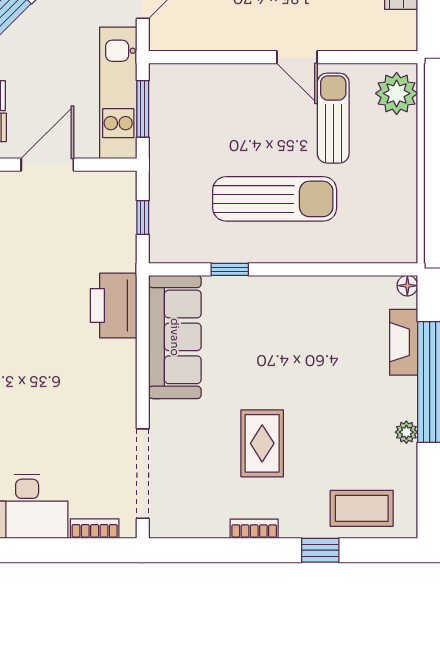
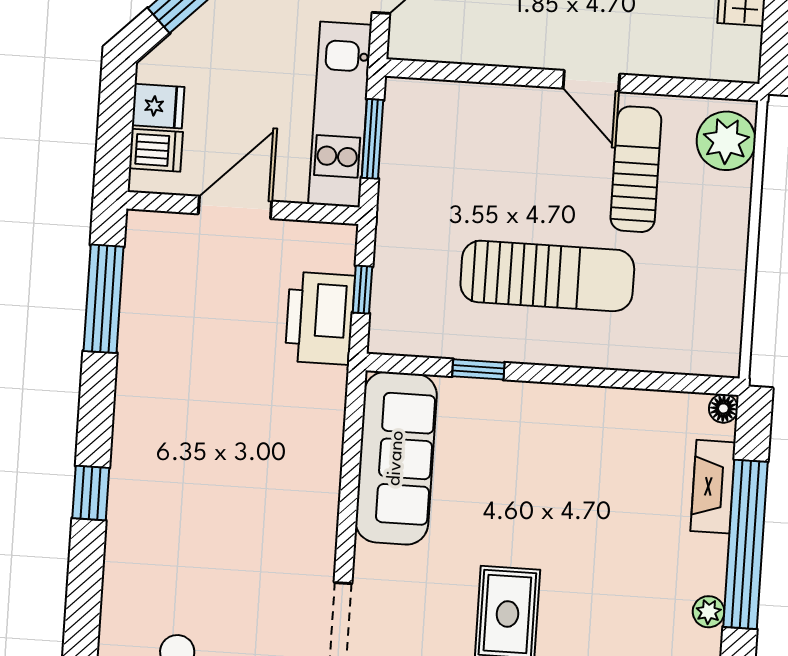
printer: (114, 306) -> (320, 318), moved

